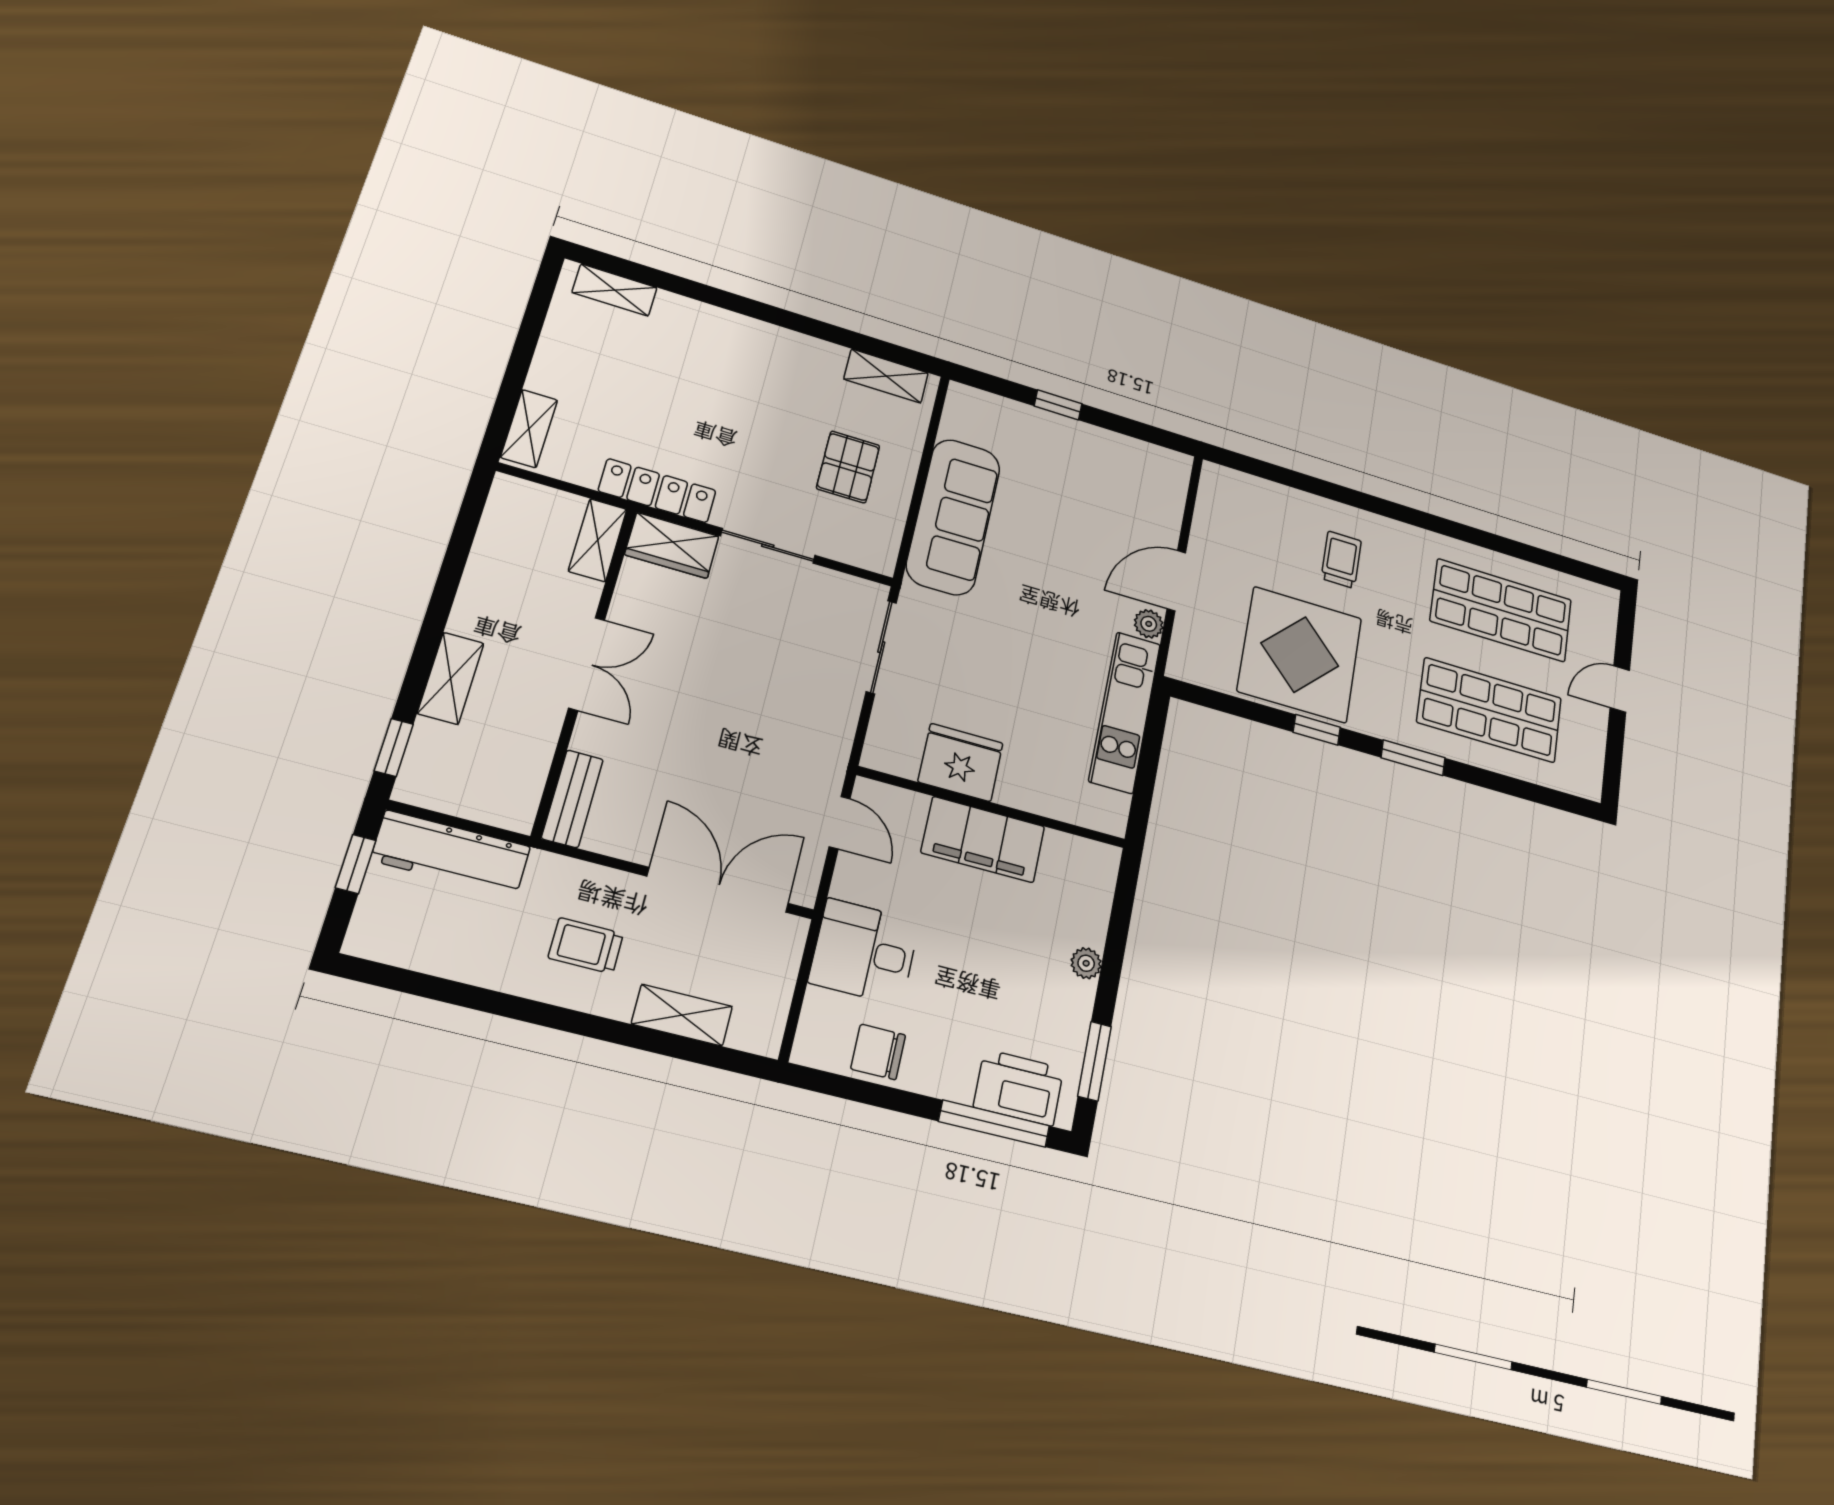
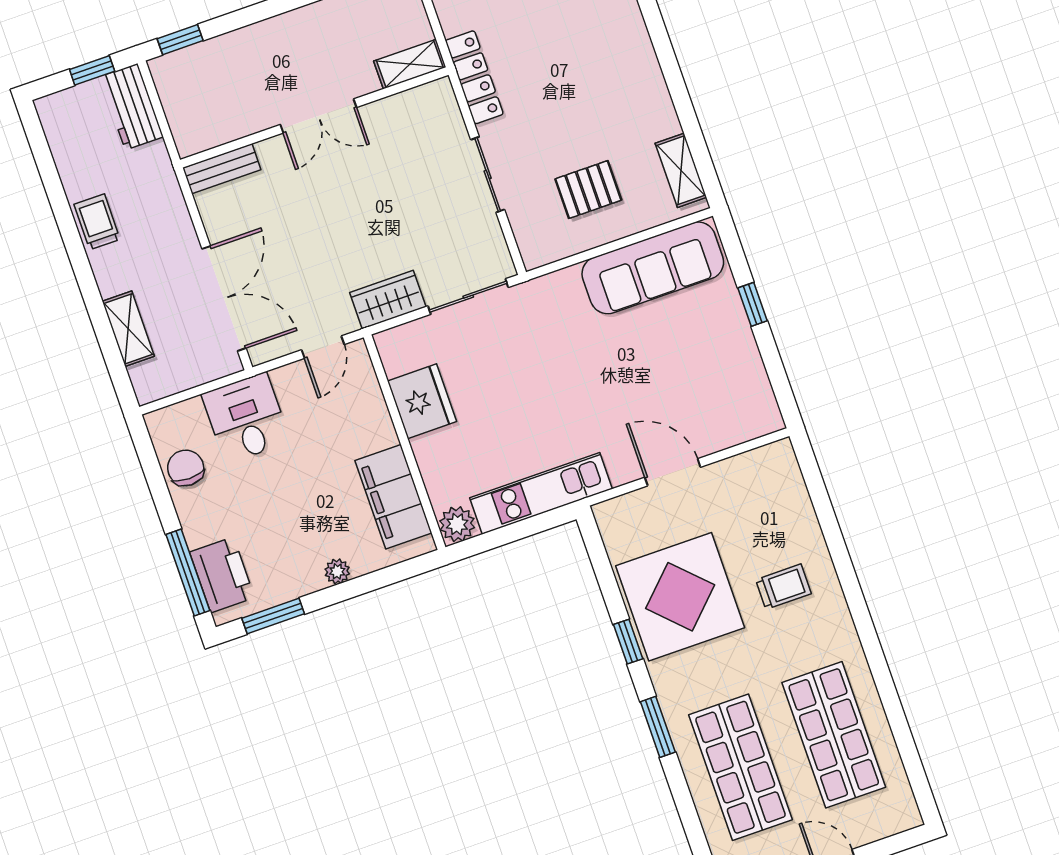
sofa: (953, 517) -> (653, 268), moved
wardrobe: (672, 545) -> (388, 300), moved, turned 90
plant: (1149, 624) -> (457, 524), moved, width x1.38, depth x1.38
shelving: (451, 678) -> (249, 41), removed
filing cabinet: (983, 840) -> (393, 497), moved
workbench: (451, 853) -> (132, 107), width x0.73
trolley: (586, 946) -> (97, 222), moved

